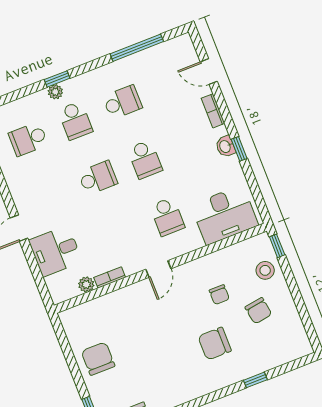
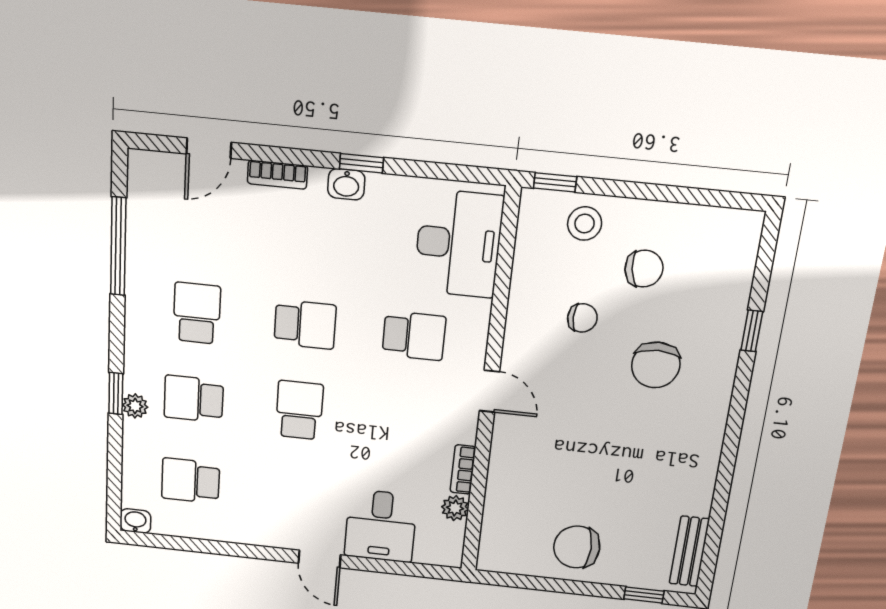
school desk: (75, 121) -> (194, 399), turned 180
school desk: (28, 139) -> (191, 481), turned 90

